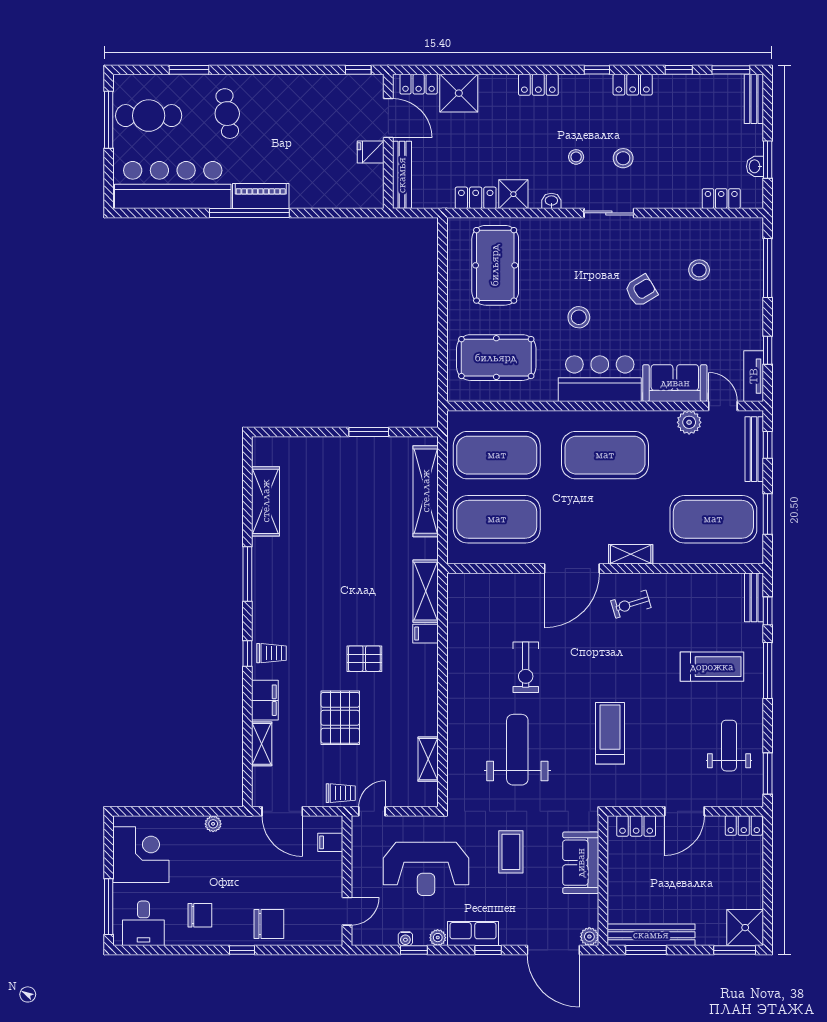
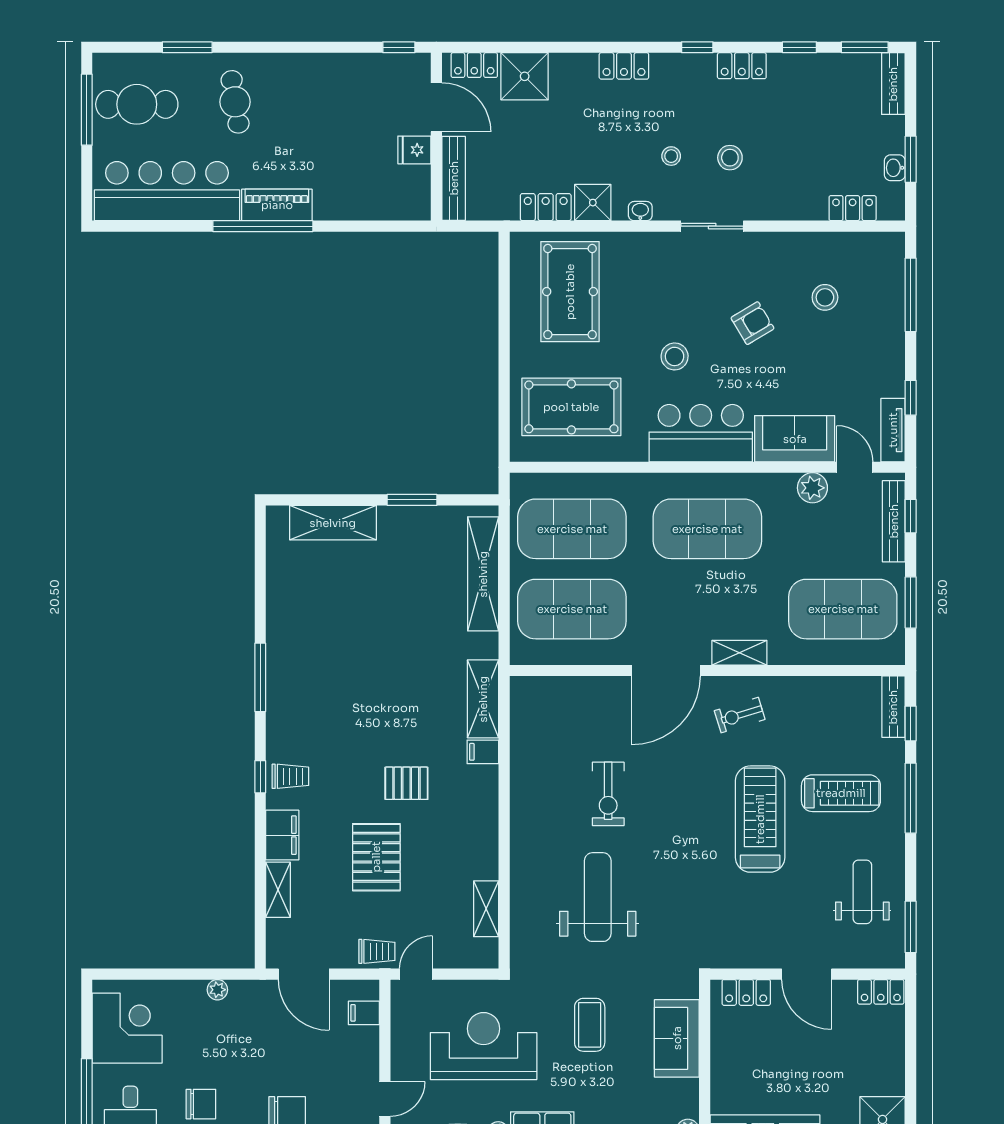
shelving: (266, 501) -> (333, 523), moved, turned 90
treadmill: (610, 733) -> (760, 819), moved, width x1.37, depth x1.38
door: (684, 811) -> (807, 974), hinge flipped
reception desk: (426, 869) -> (484, 1046), turned 180

